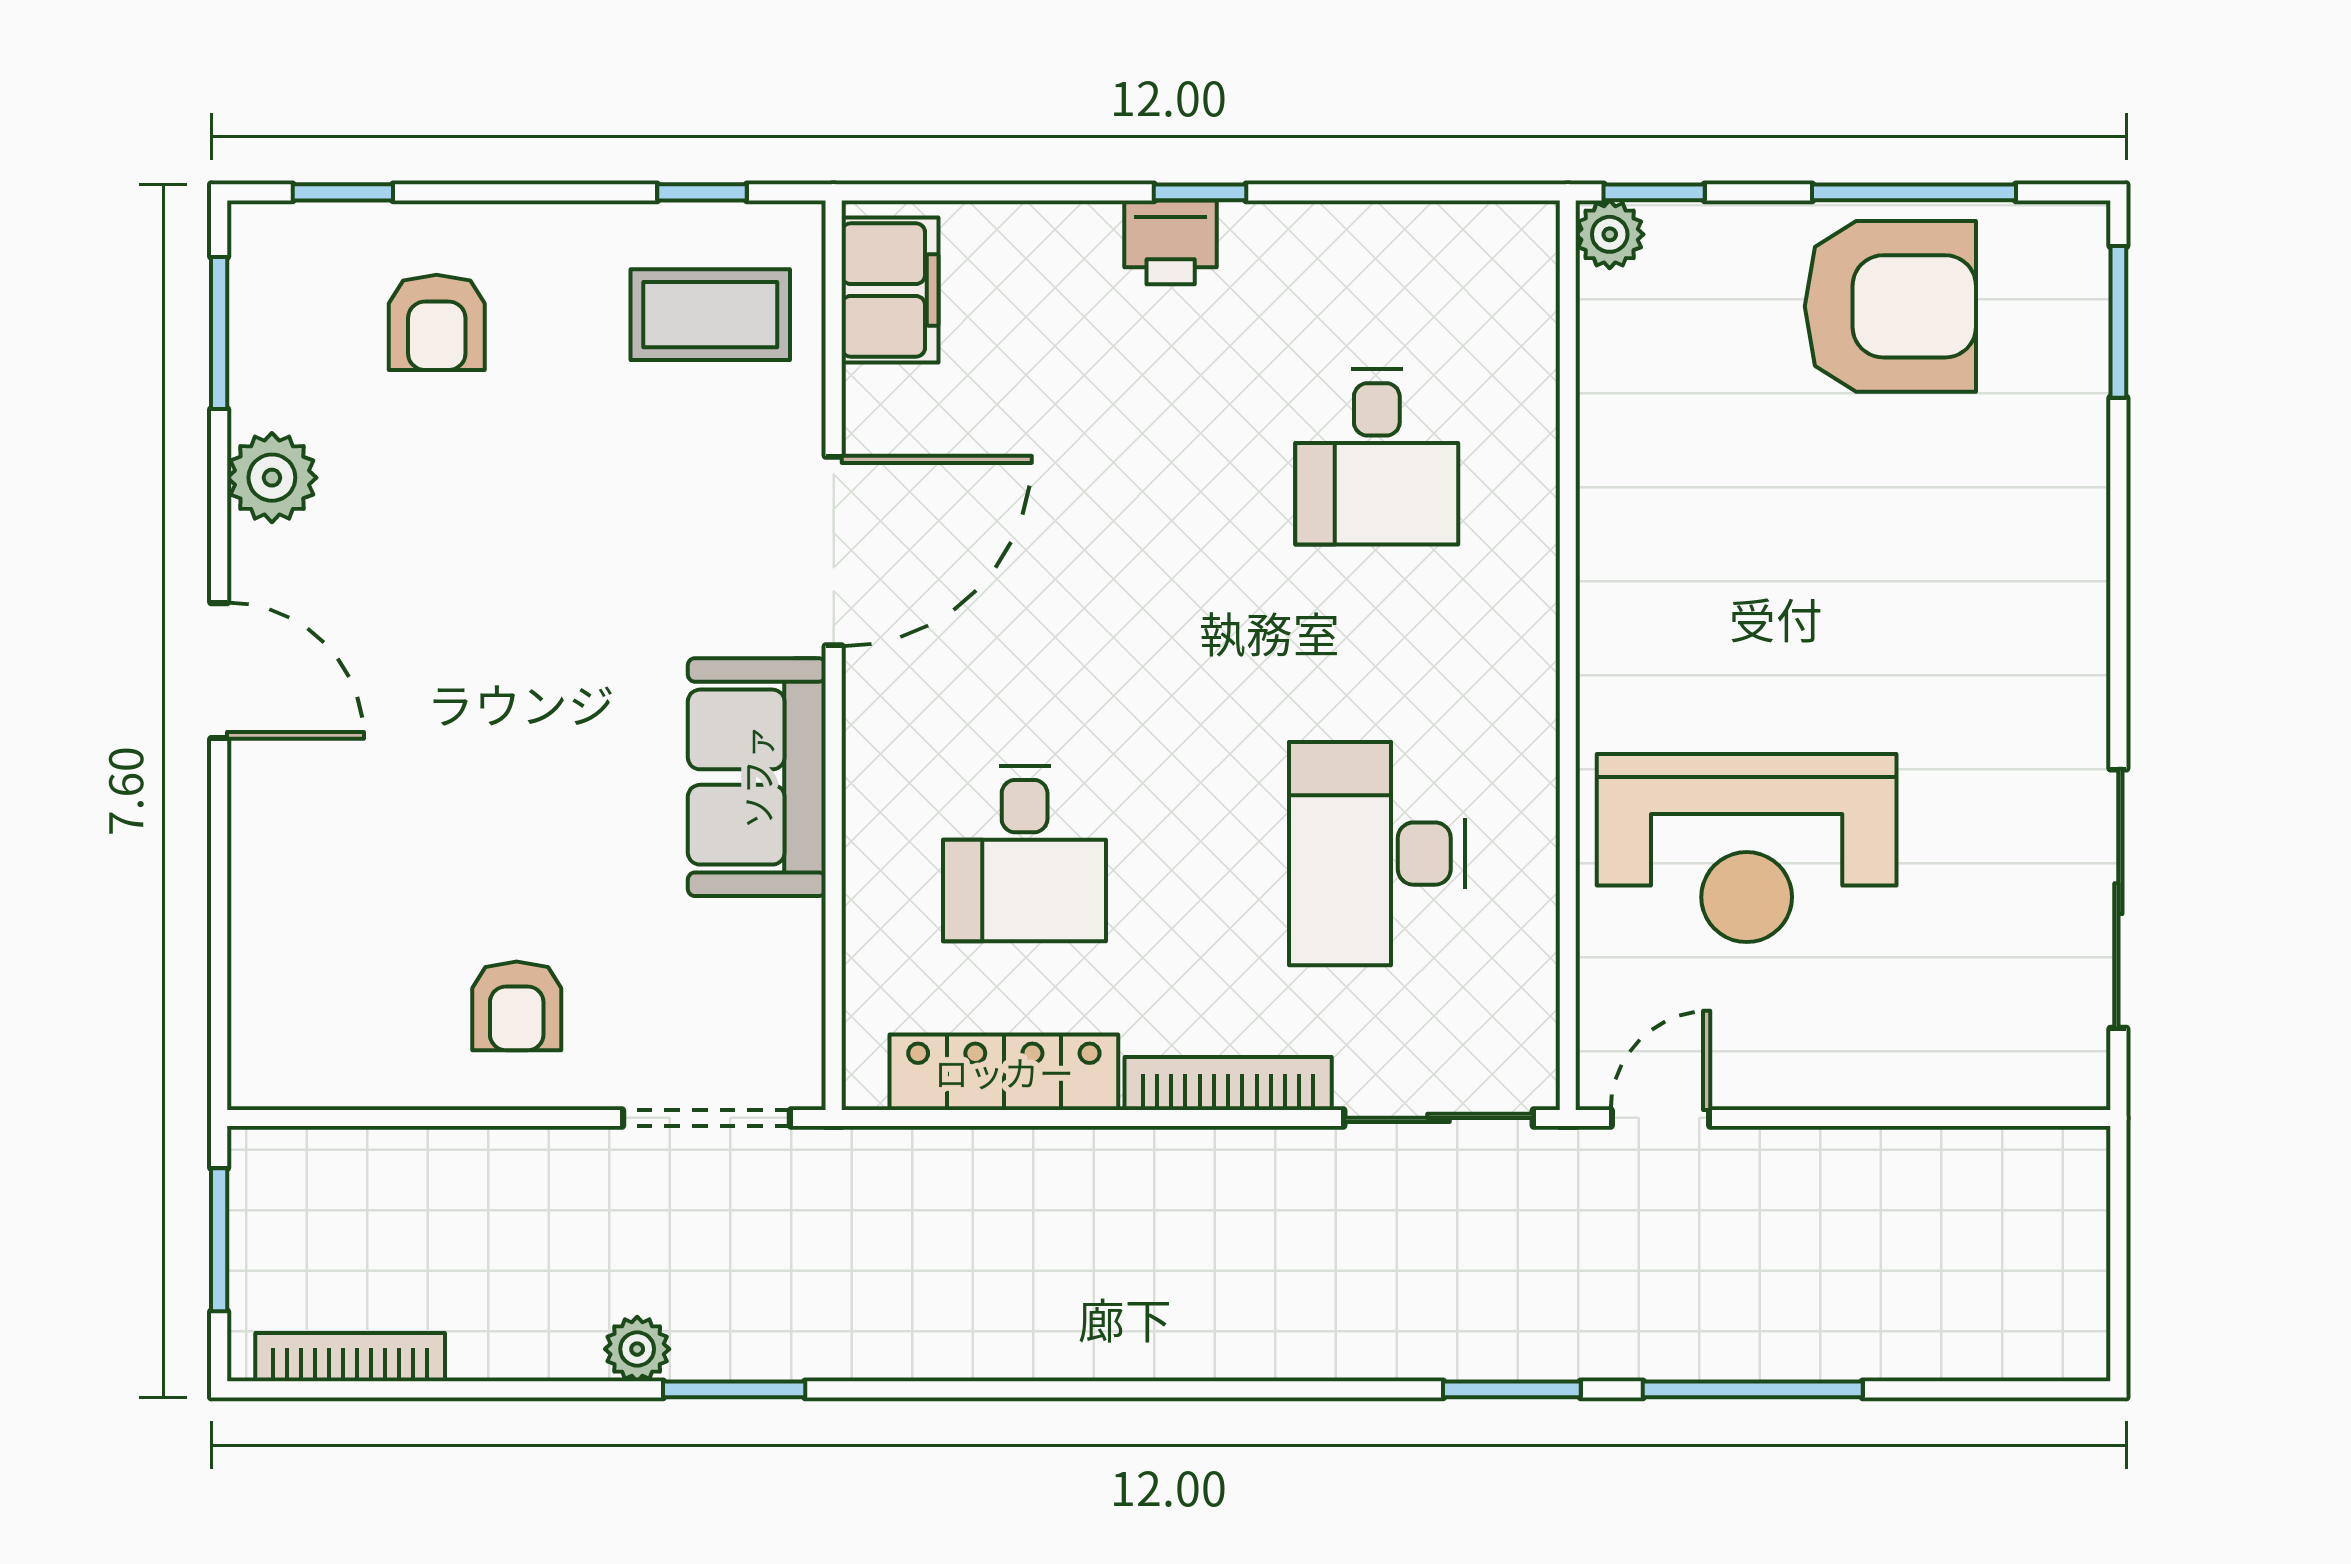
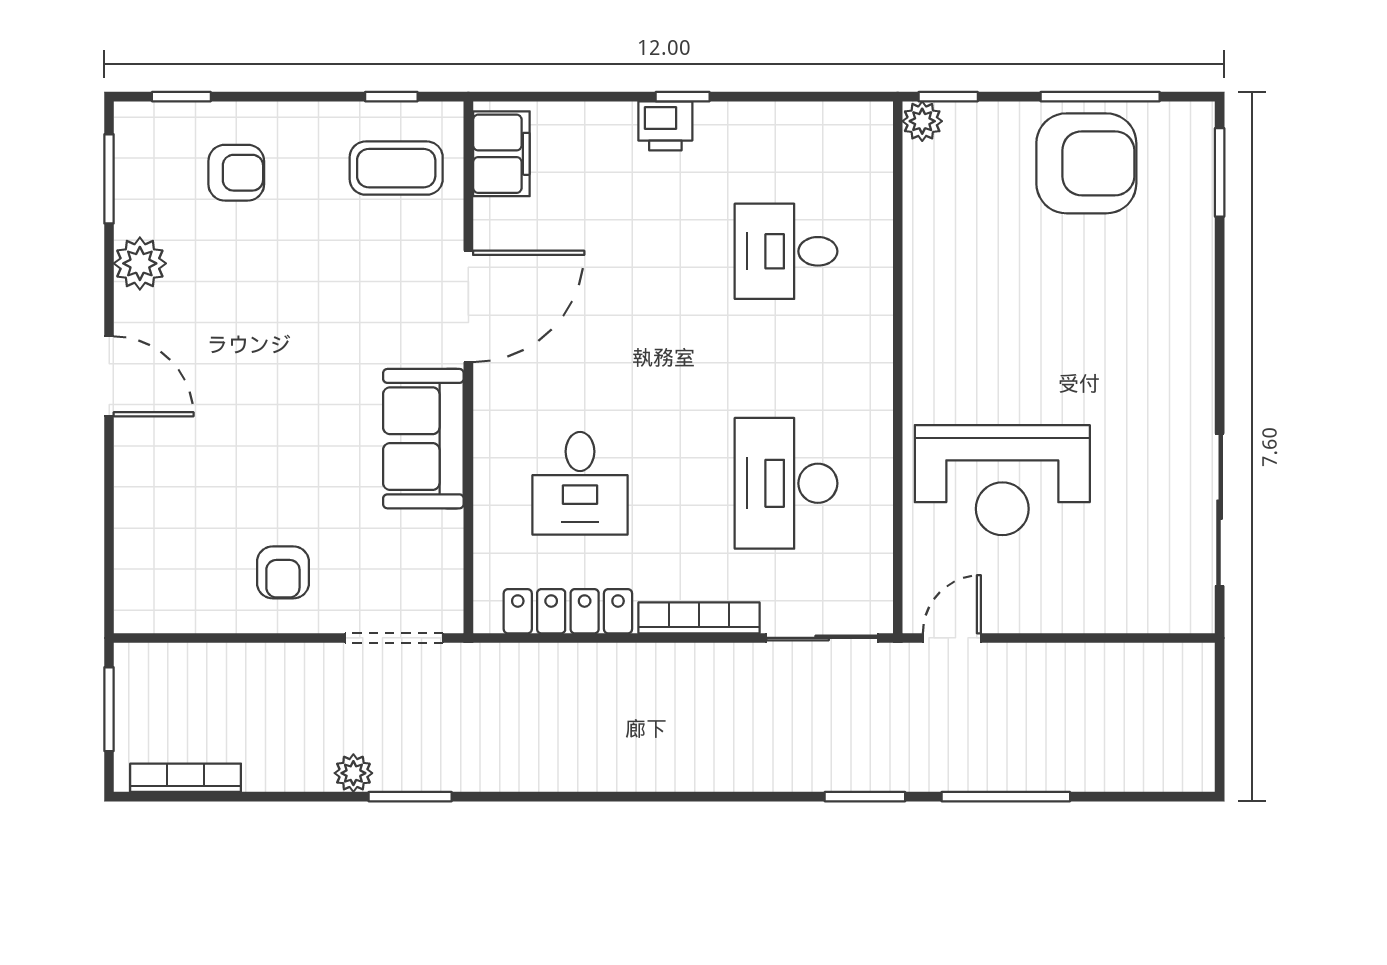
armchair: (437, 322) -> (236, 173), turned -90
desk: (1377, 457) -> (786, 251), turned 90

